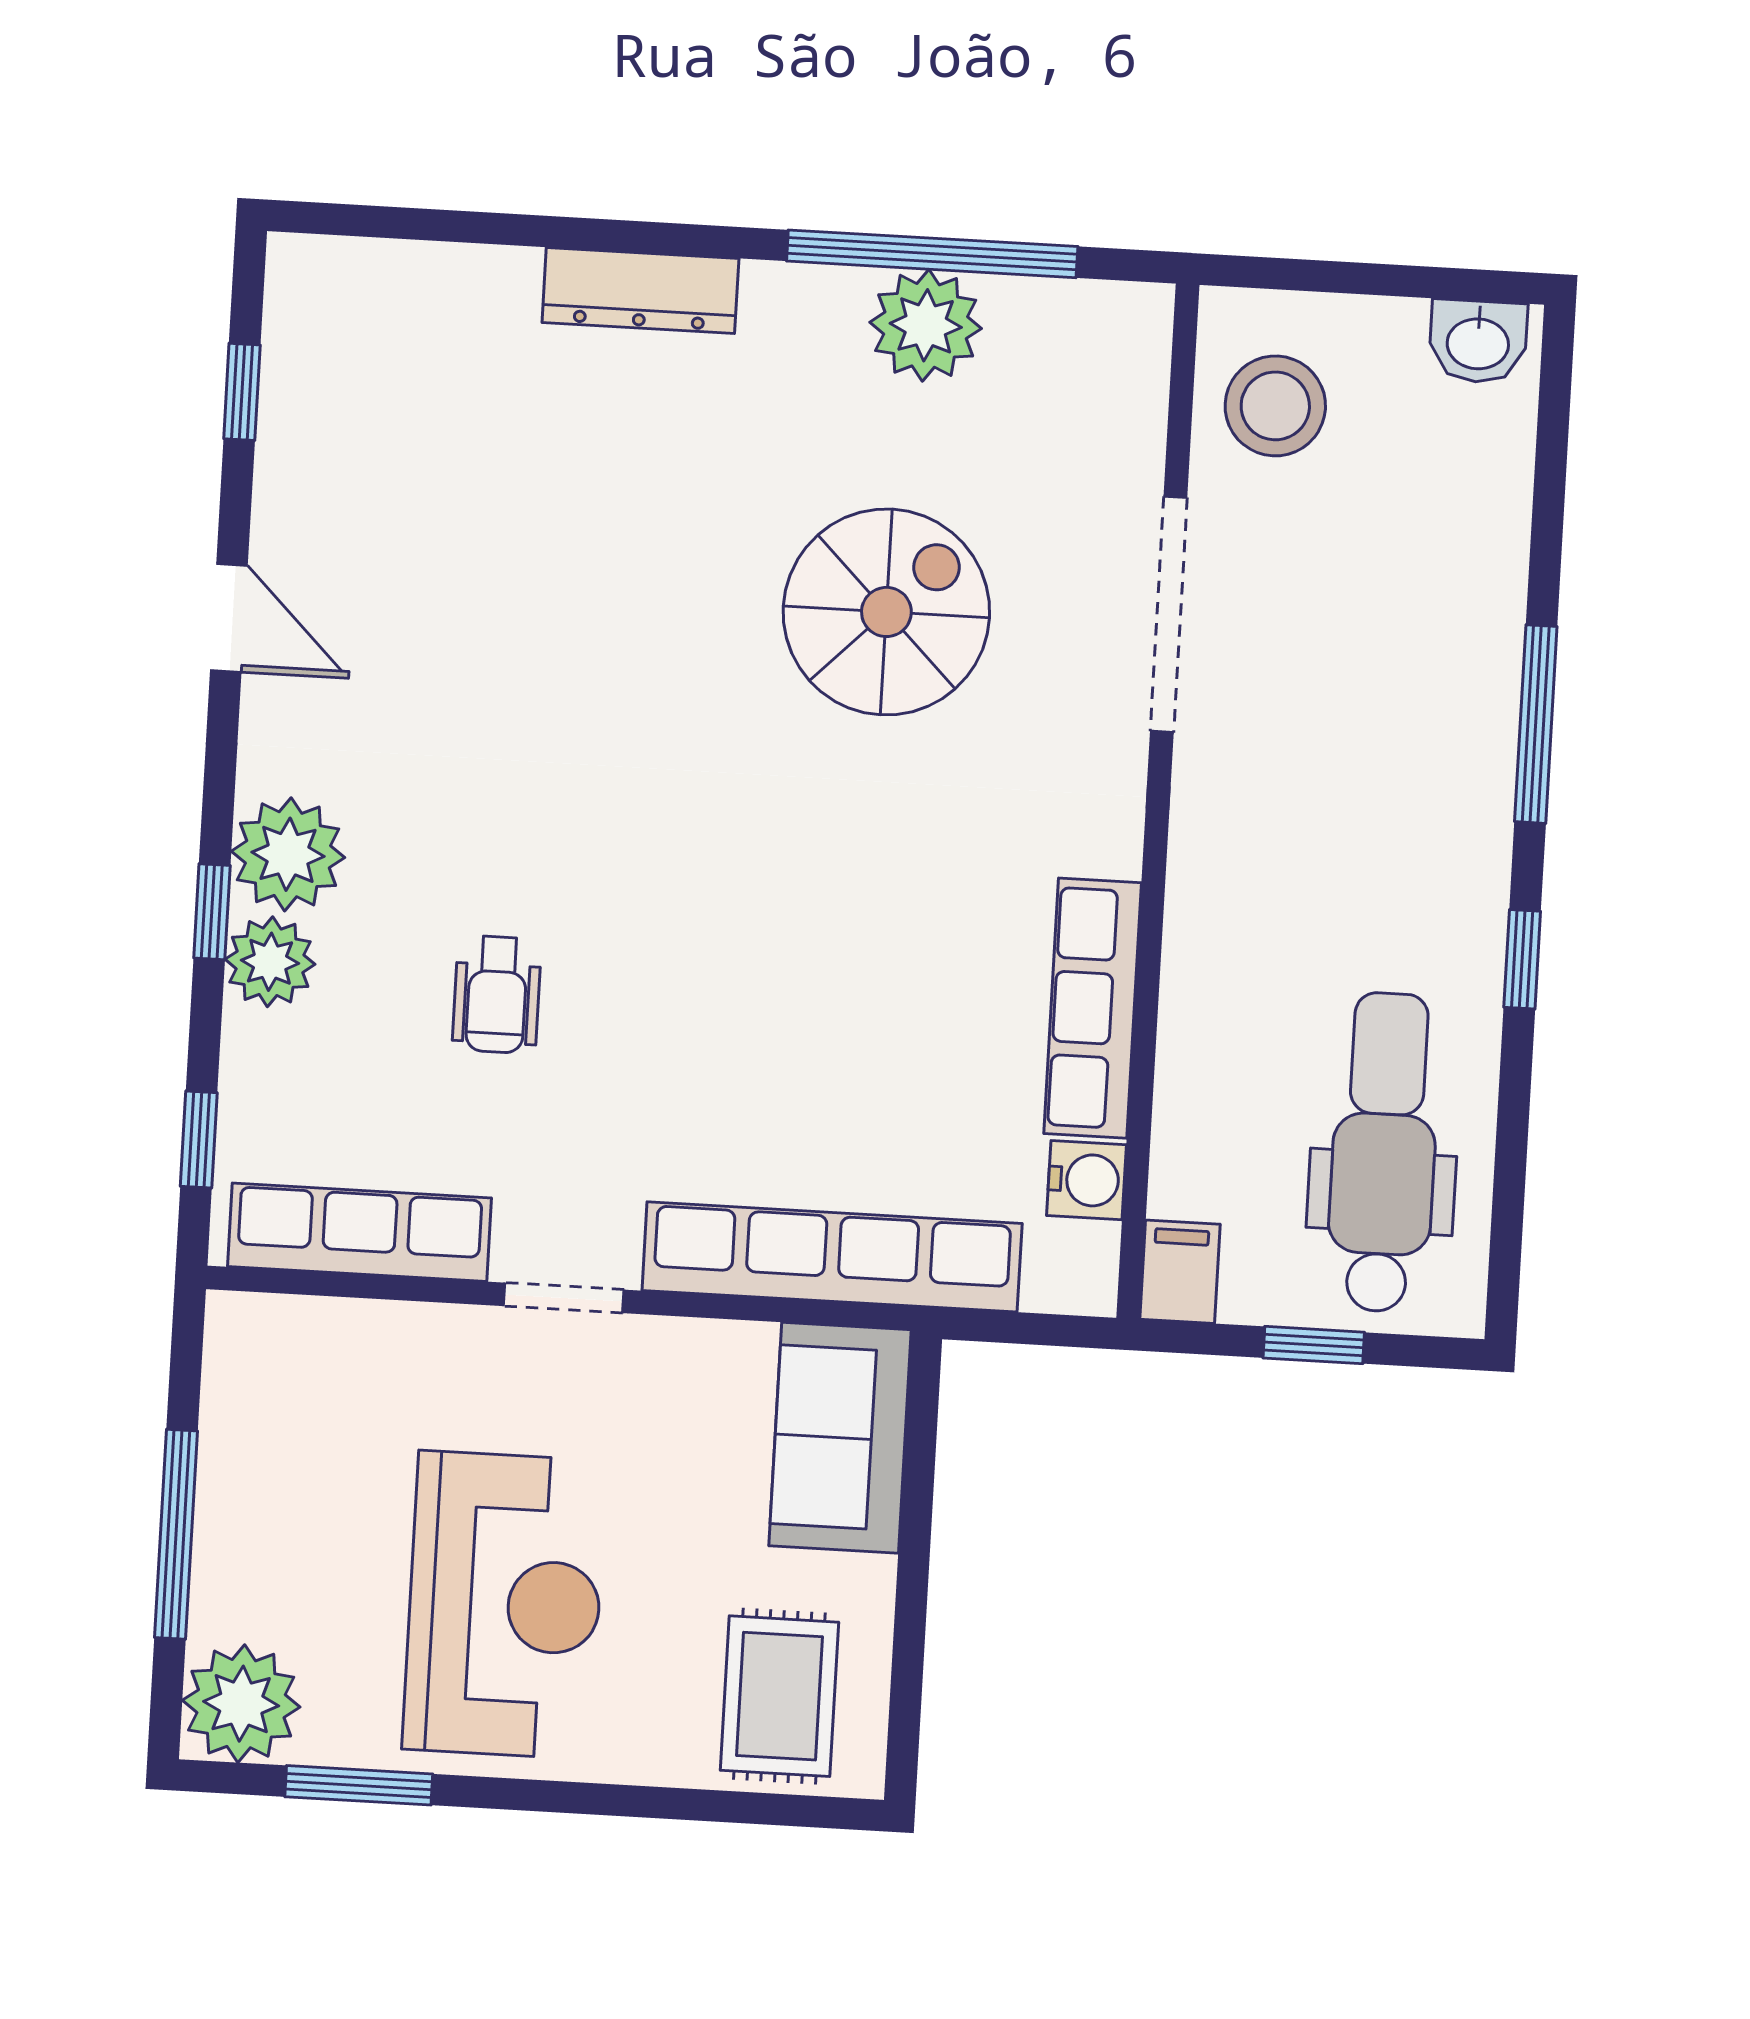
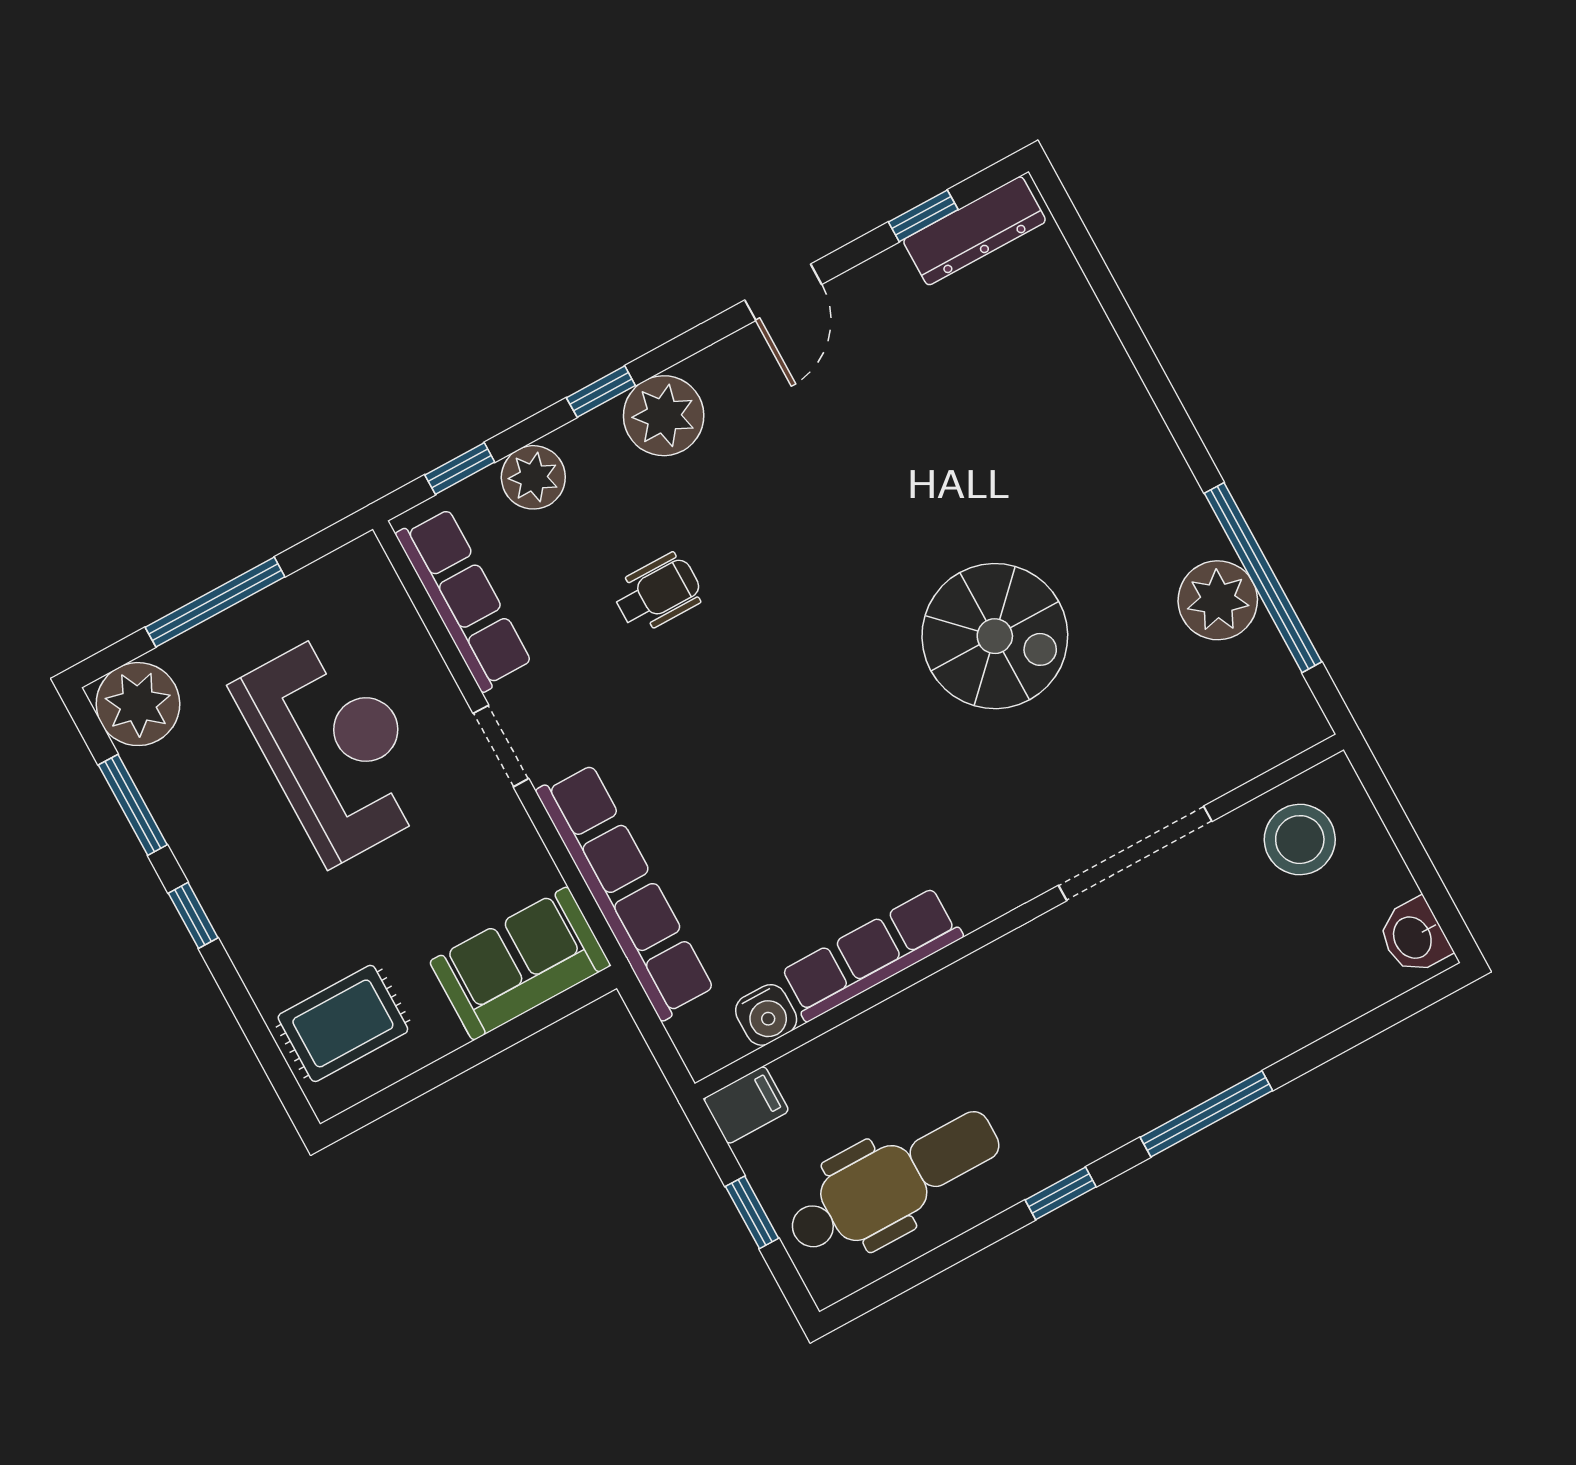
dresser: (640, 290) -> (974, 231), moved, turned -90
spiral stairs: (886, 612) -> (995, 636), moved
plant: (270, 962) -> (533, 477), moved
wheelchair: (497, 995) -> (658, 593), turned 180
reception desk: (505, 1605) -> (335, 746), moved, turned -90
window: (537, 1796) -> (193, 915), added

